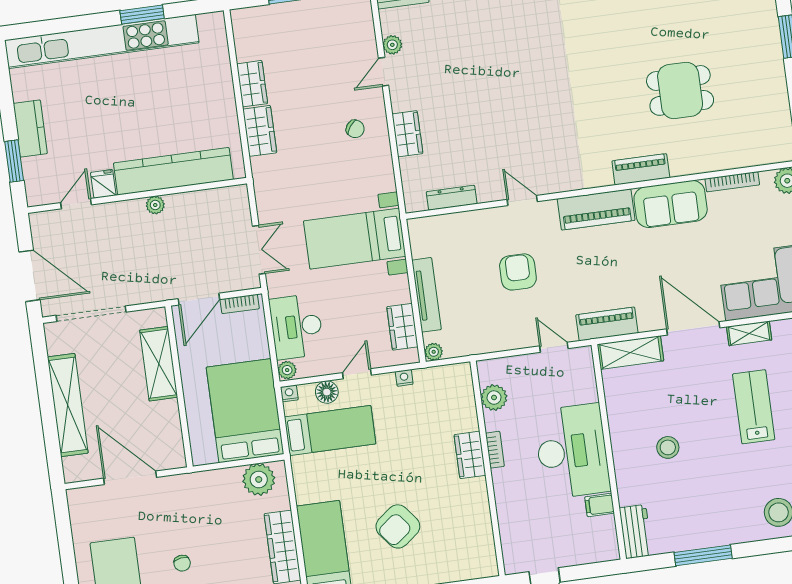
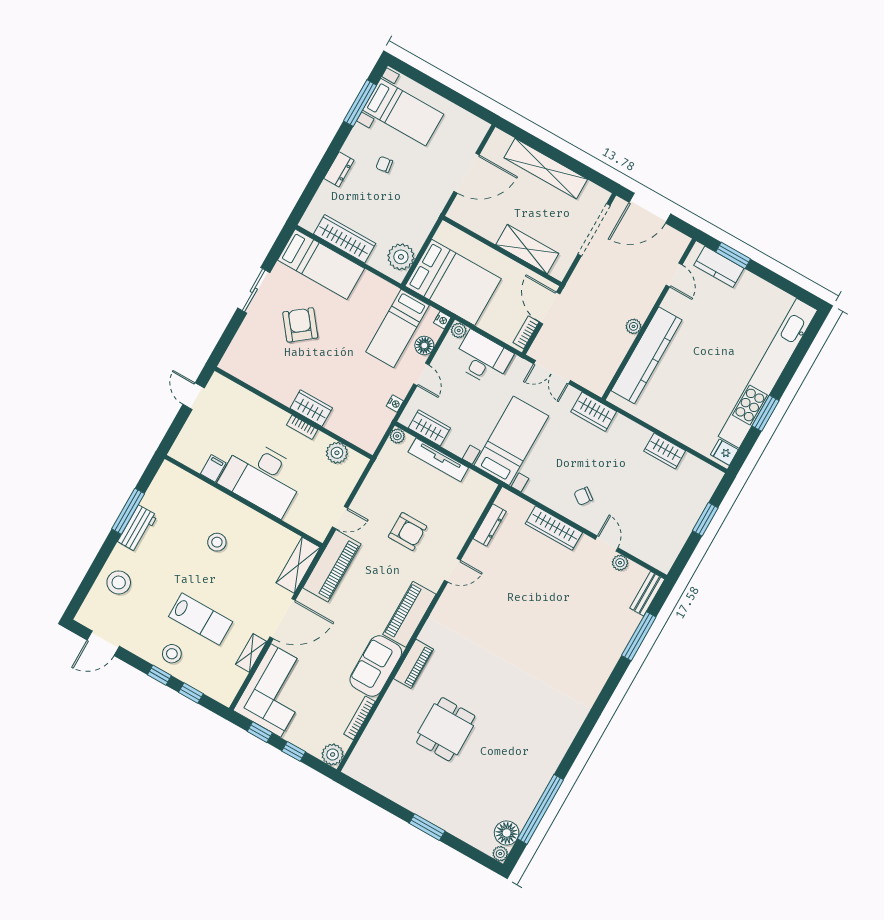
kitchen counter: (30, 128) -> (719, 267), moved
wardrobe: (260, 131) -> (594, 412), moved
wardrobe: (407, 134) -> (554, 528), width x1.50
fridge: (103, 184) -> (724, 452), moved, turned 180
piano: (607, 324) -> (332, 566), width x1.37, depth x1.33
workbench: (636, 532) -> (138, 529), moved, turned -90

